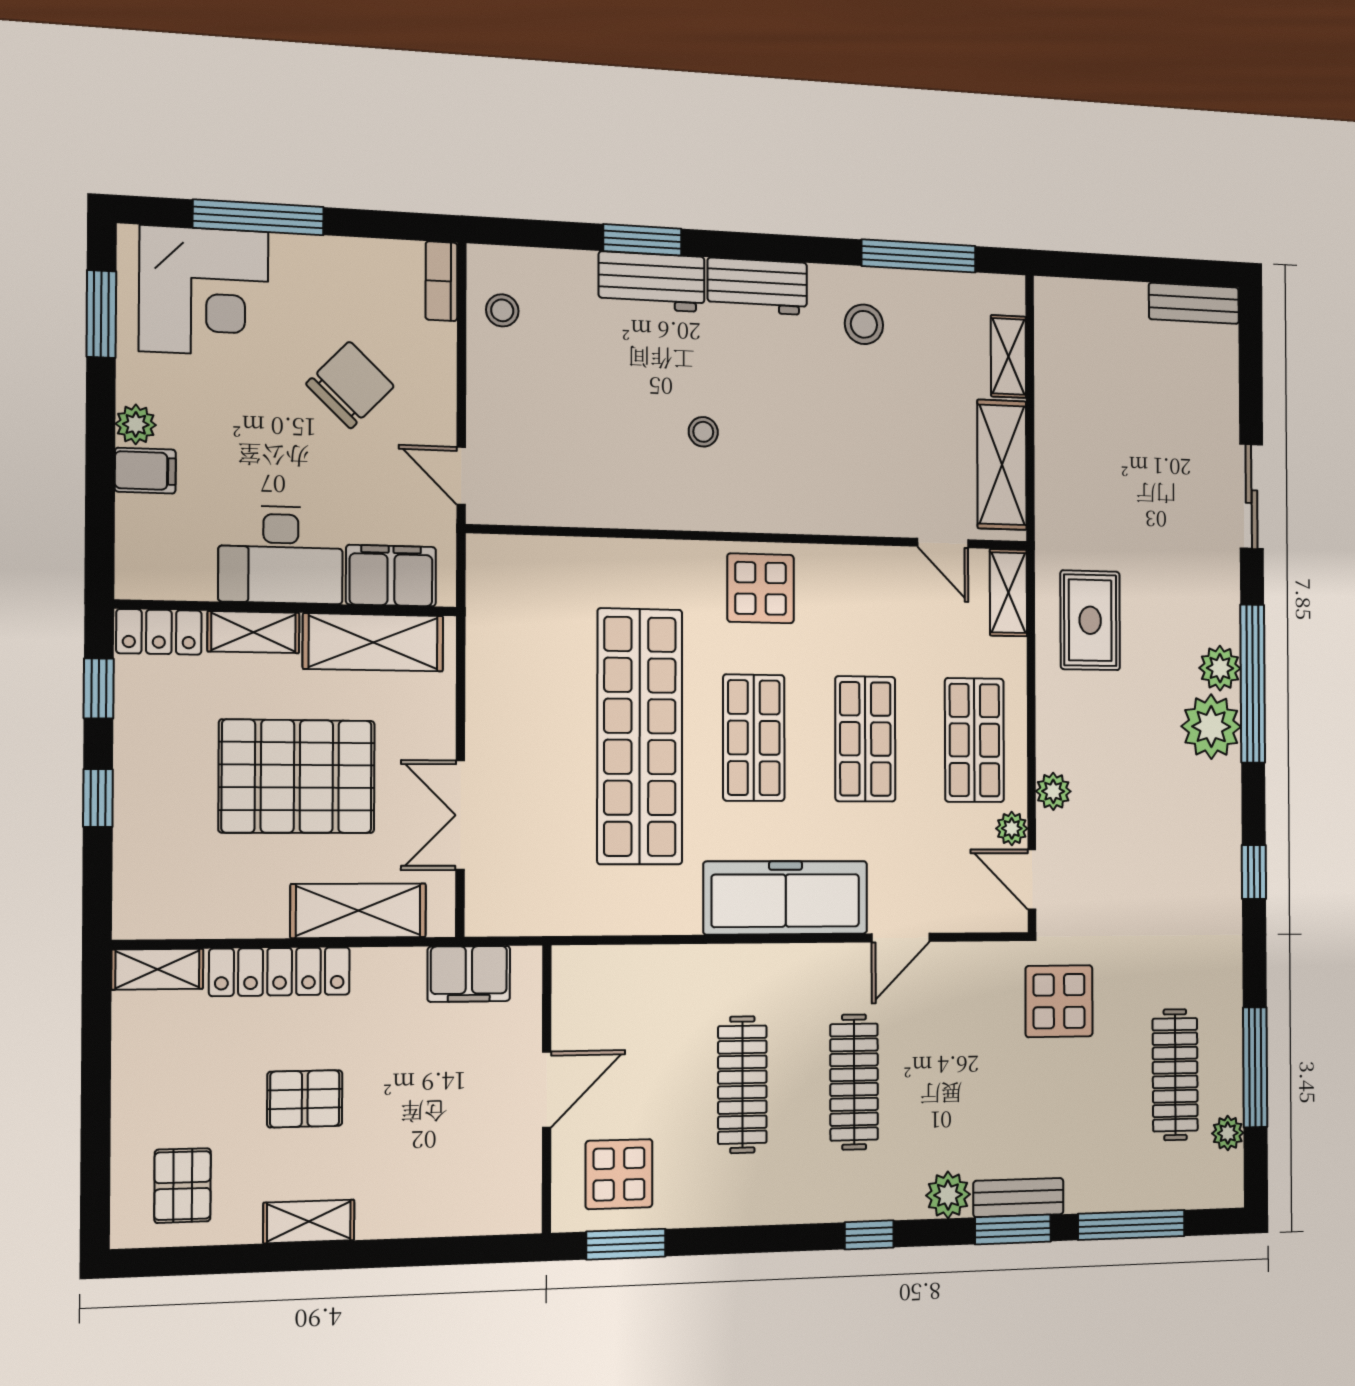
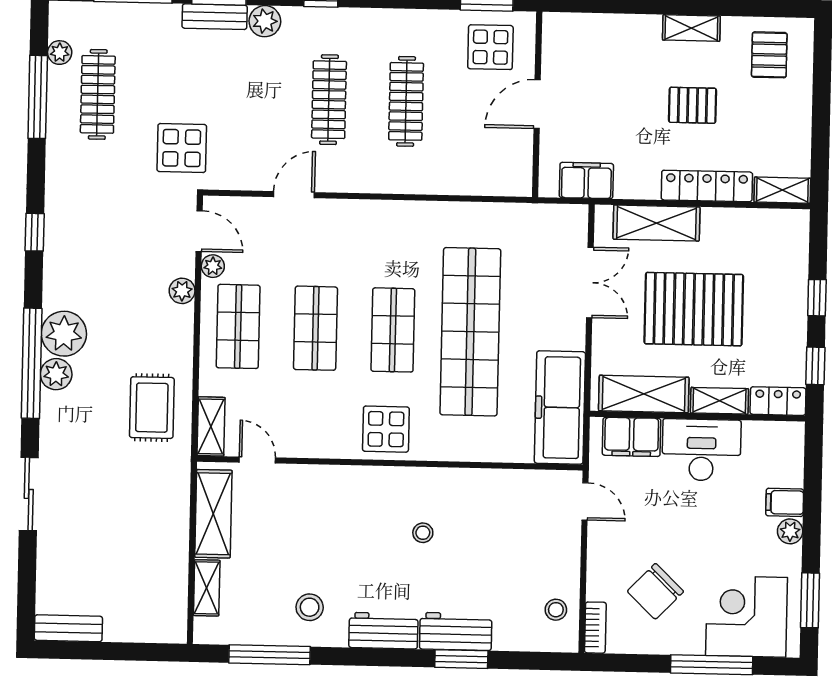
chair: (350, 385) -> (655, 591), moved
freezer: (786, 898) -> (560, 408), moved, turned 90

